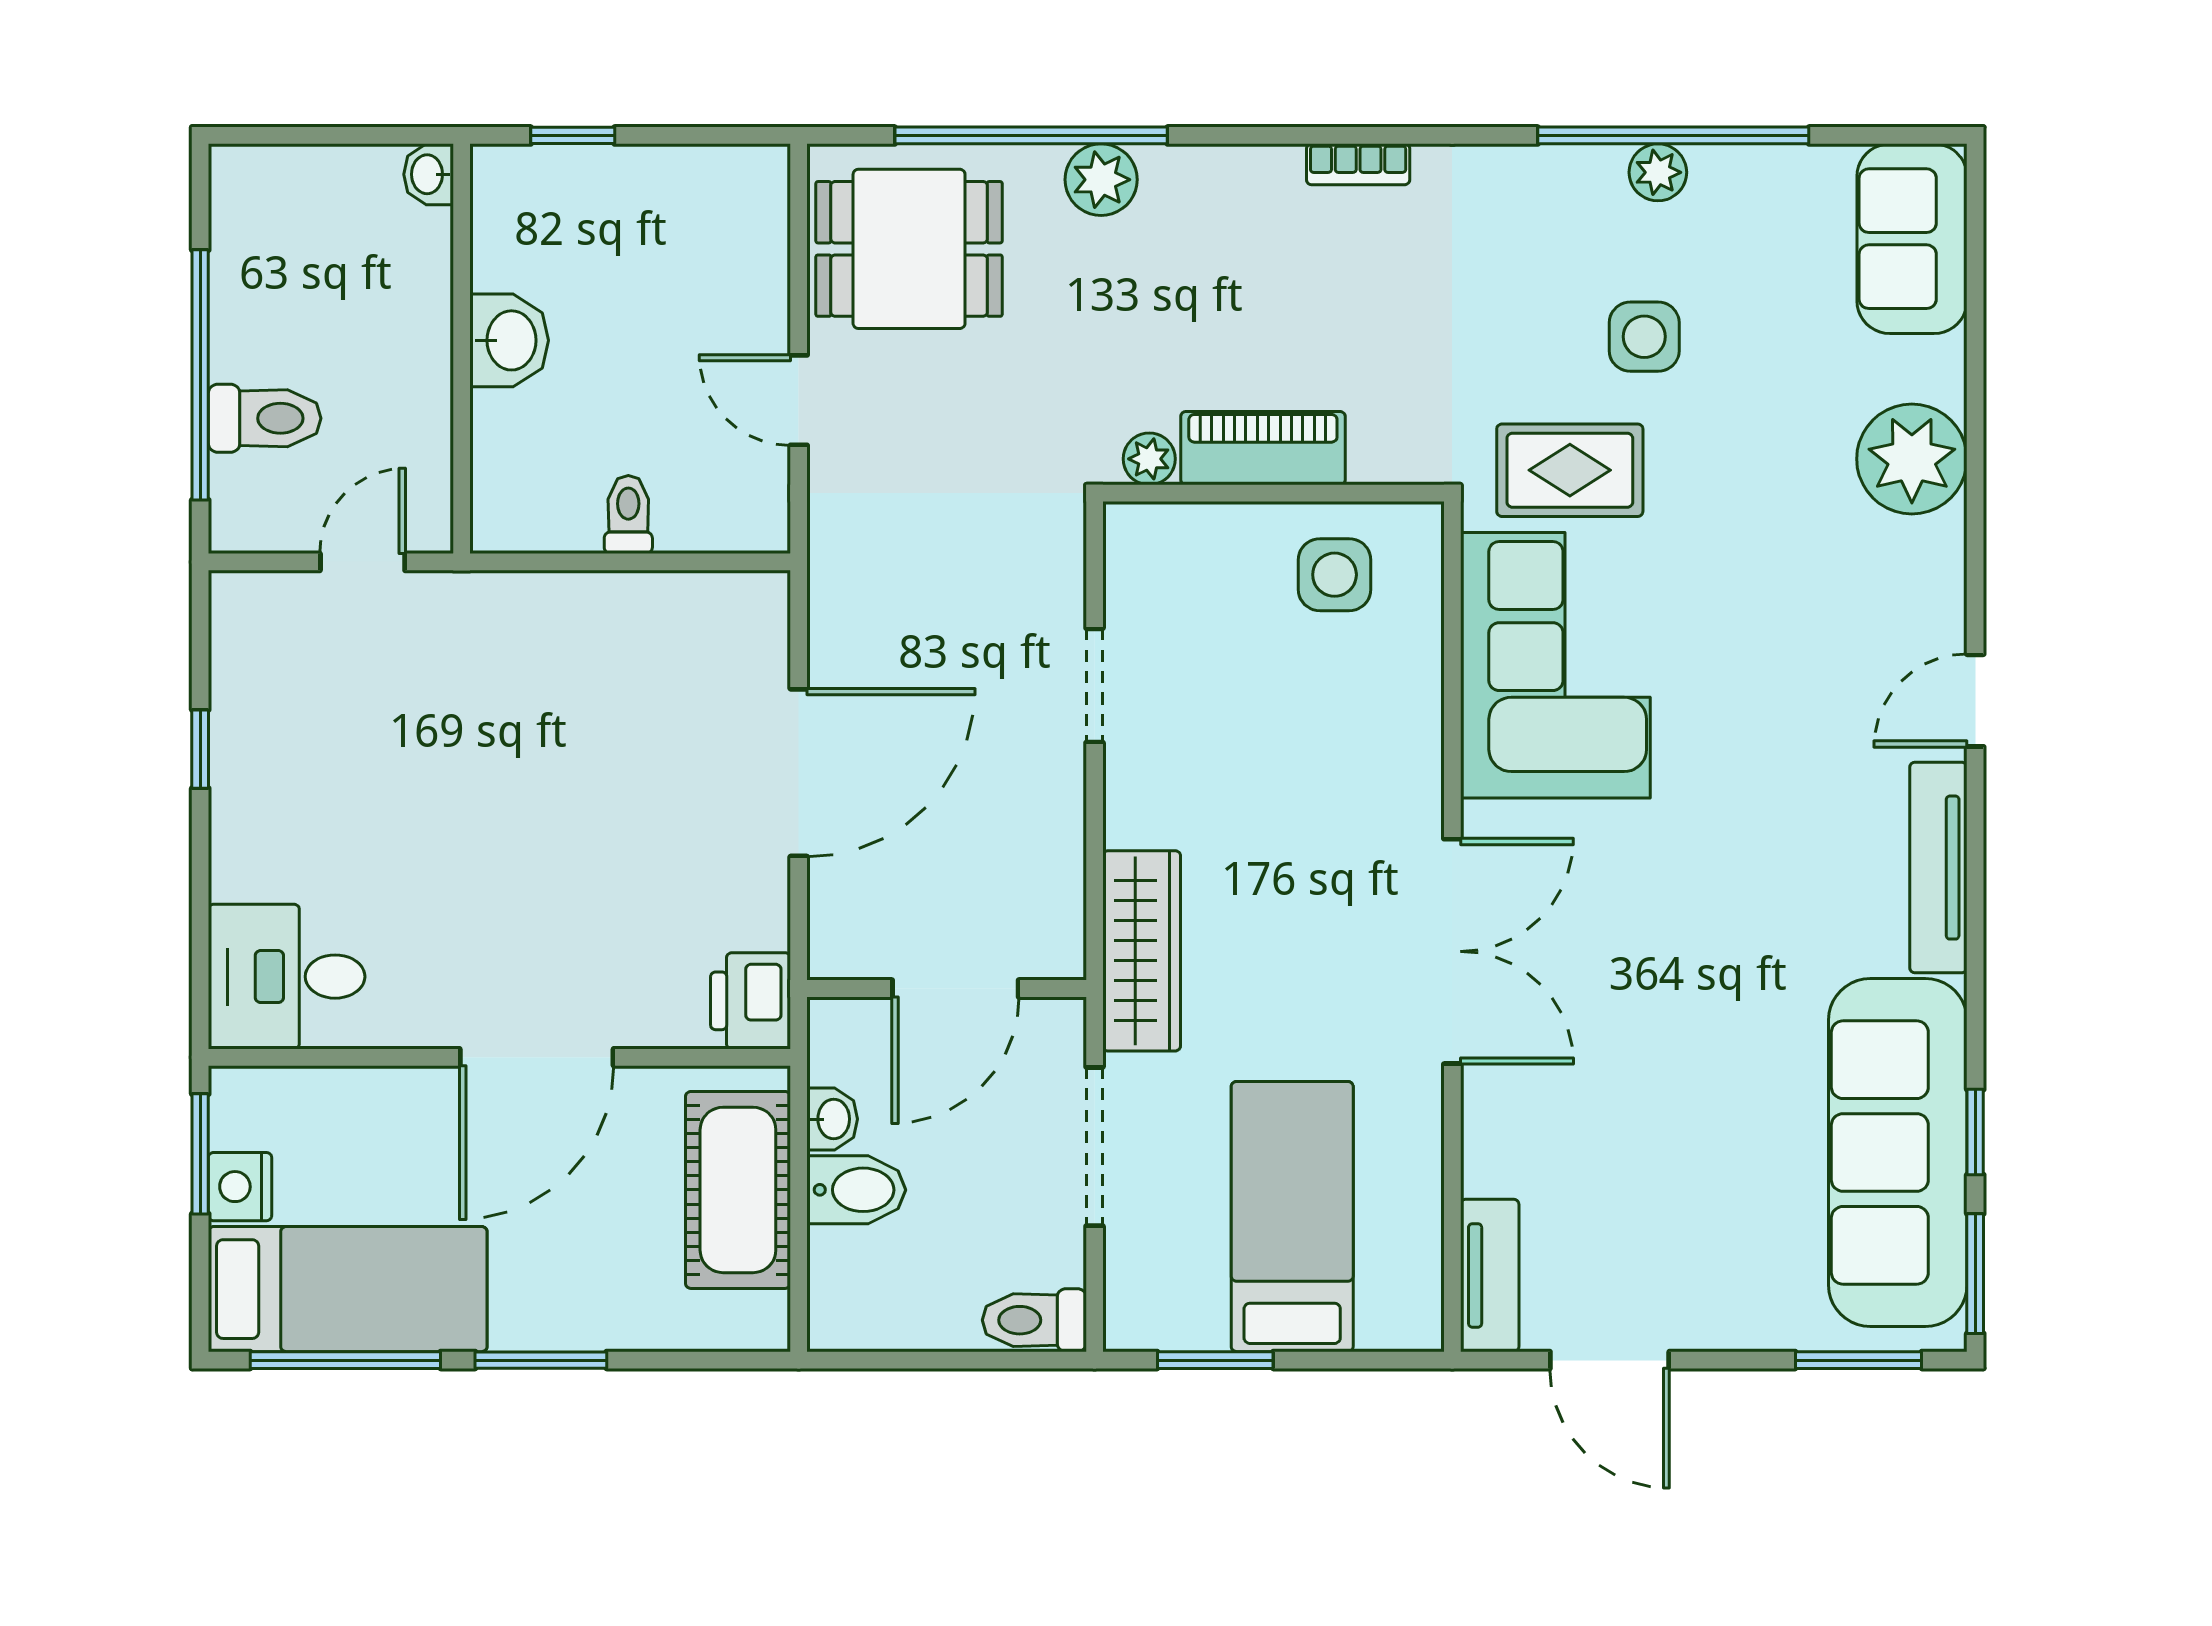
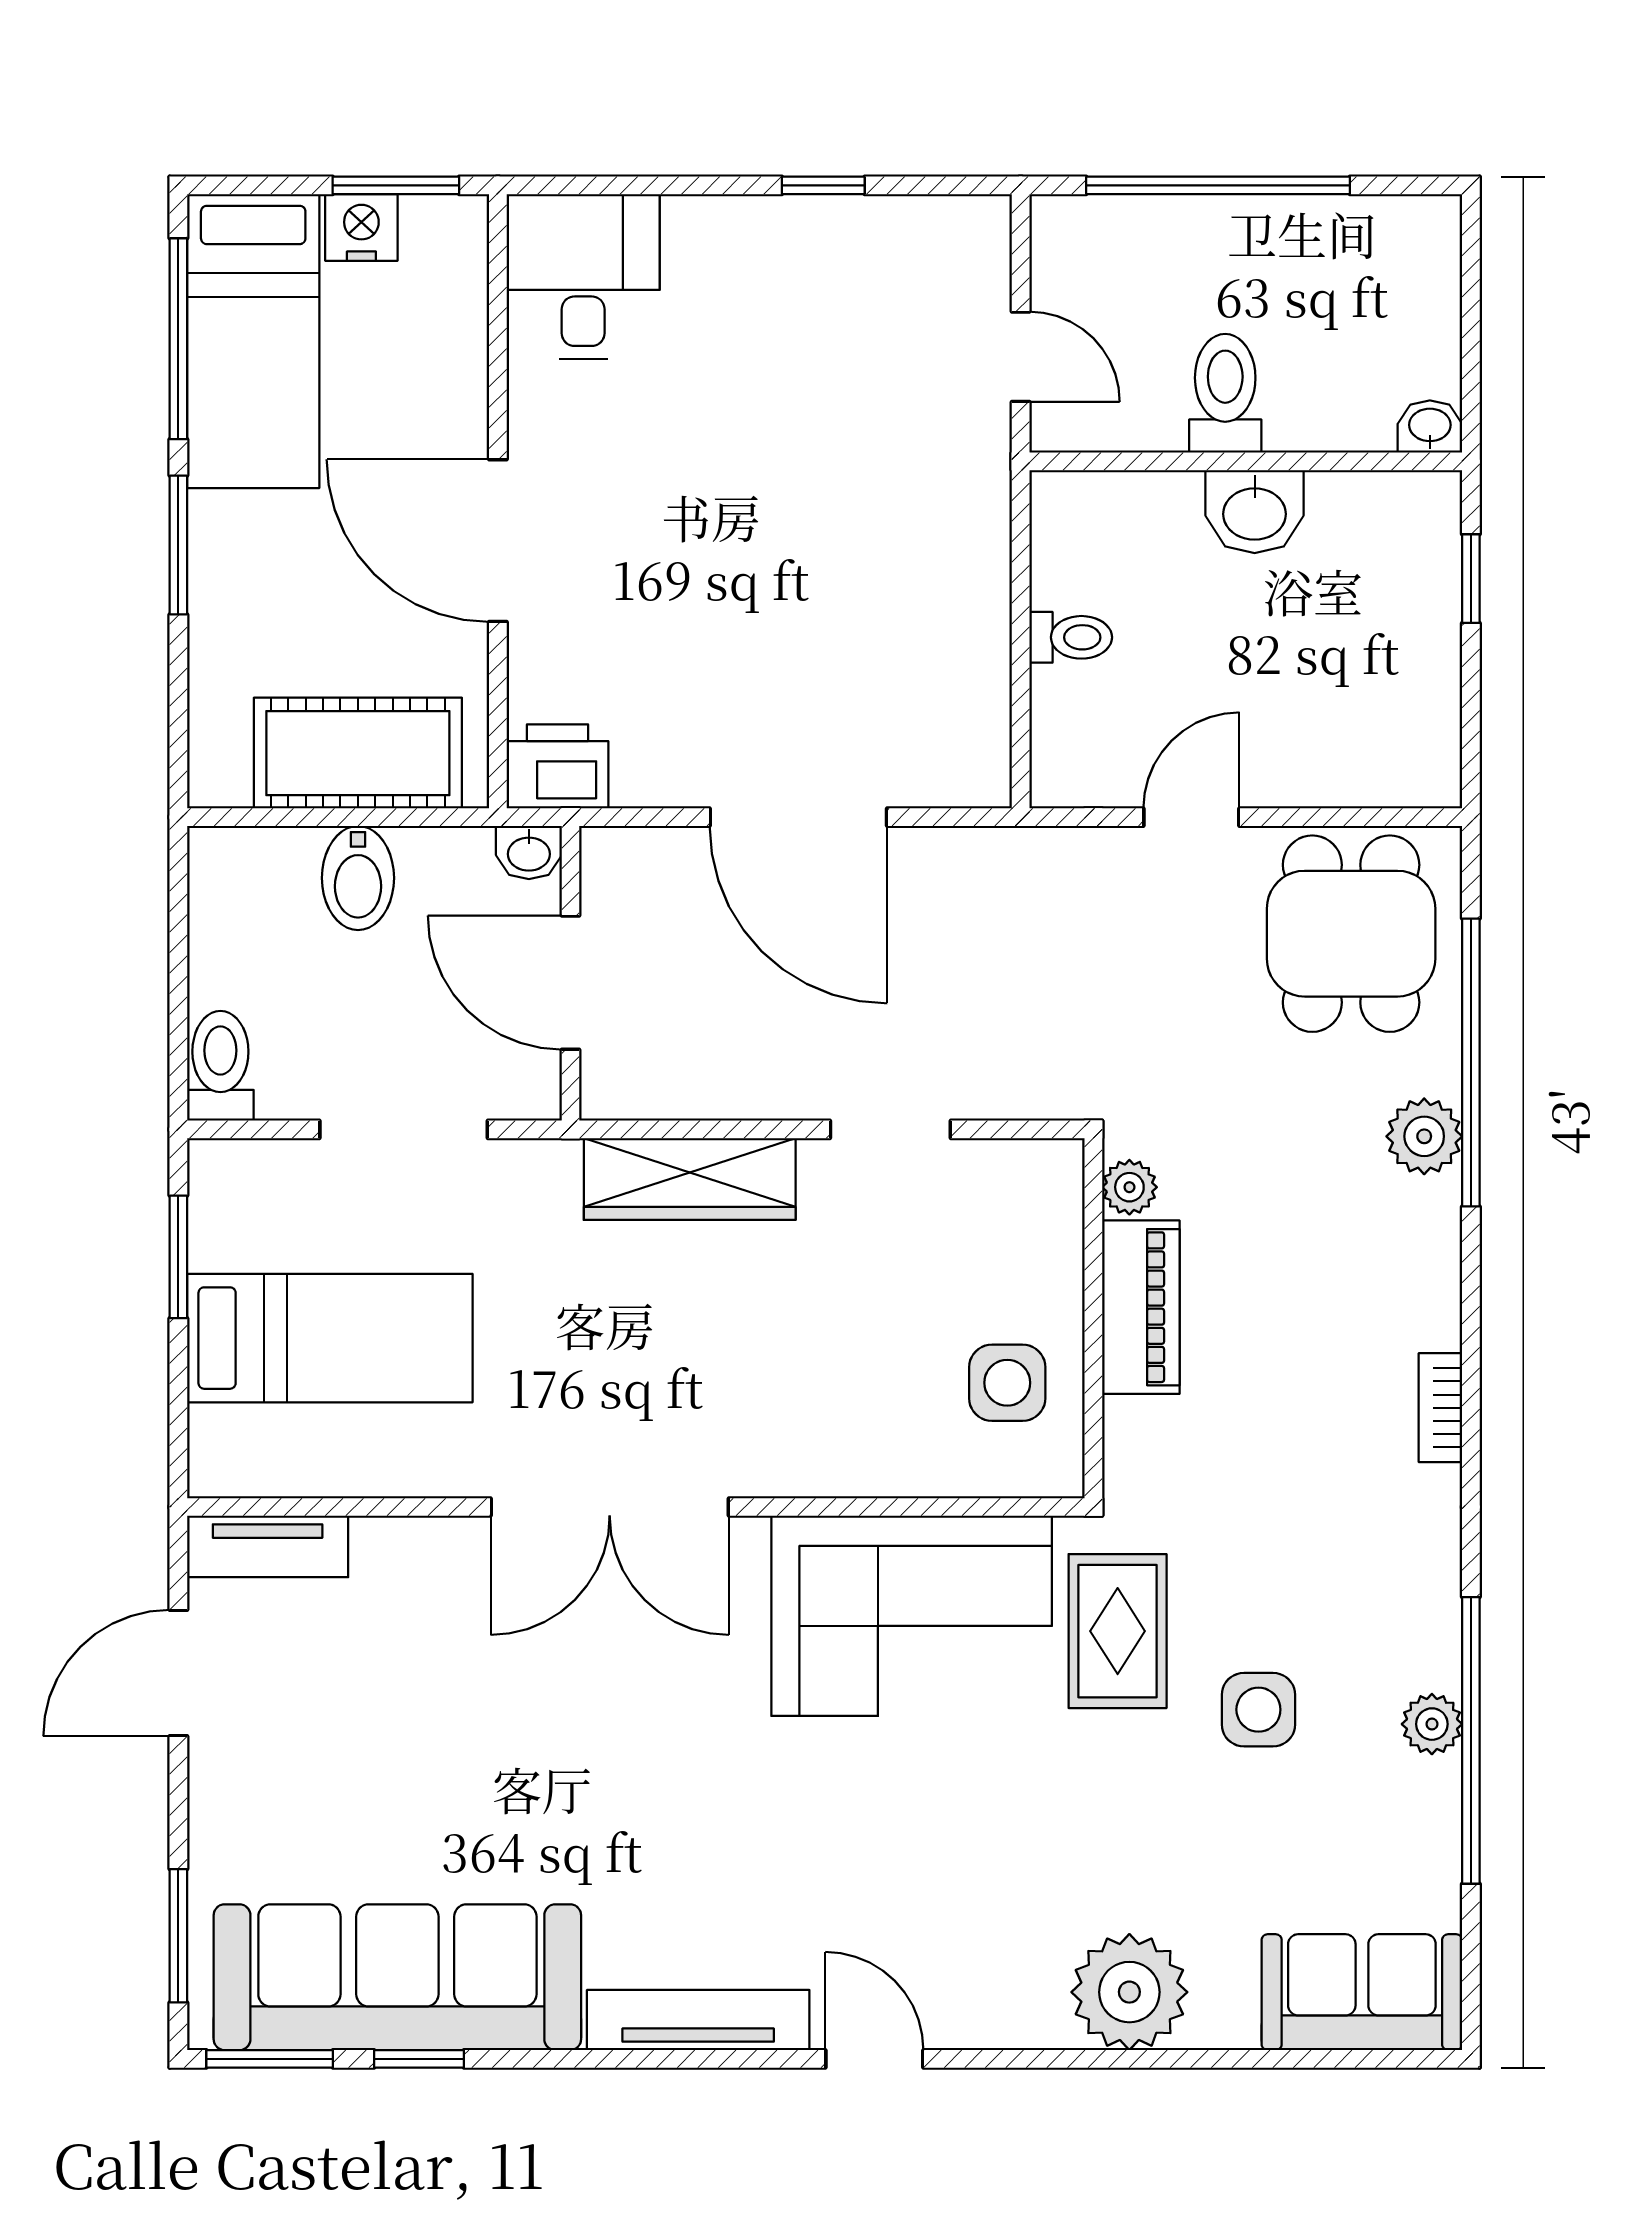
toilet: (265, 418) -> (1225, 393), moved, turned 180
wardrobe: (1142, 951) -> (690, 1179), moved
washbasin: (832, 1119) -> (529, 852), moved

